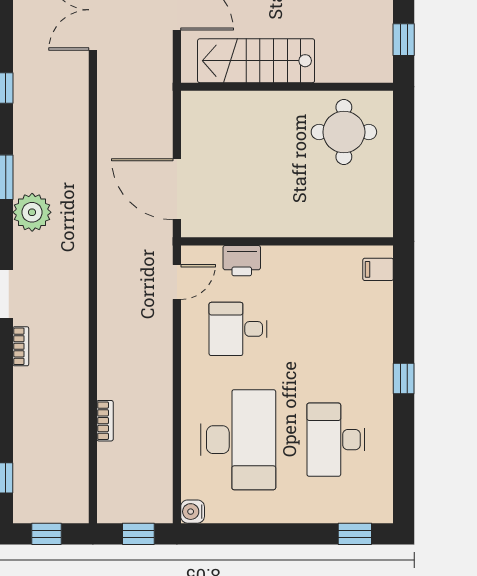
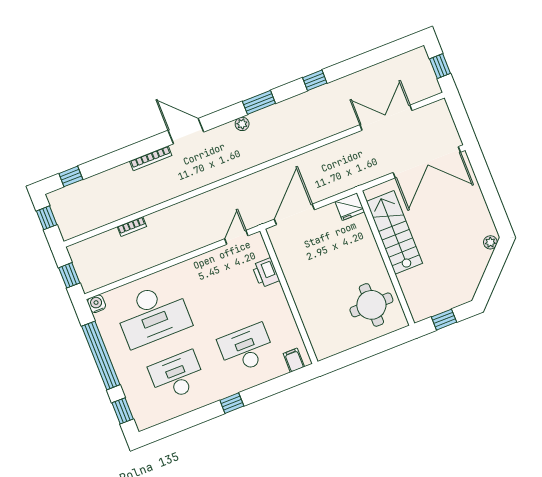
fridge: (196, 108) -> (350, 207), added
plant: (32, 212) -> (242, 124), width x0.53, depth x0.53
door: (177, 282) -> (236, 237), swing flipped
desk: (238, 329) -> (246, 348), moved, width x1.37
bookcase: (21, 346) -> (151, 158), width x1.56
window: (266, 534) -> (101, 355), added

